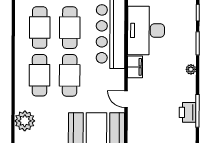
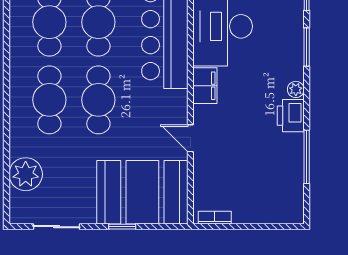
printer: (188, 112) -> (291, 116), moved

